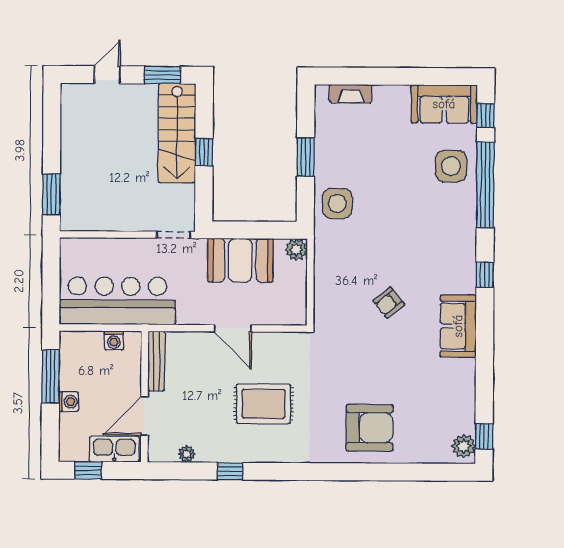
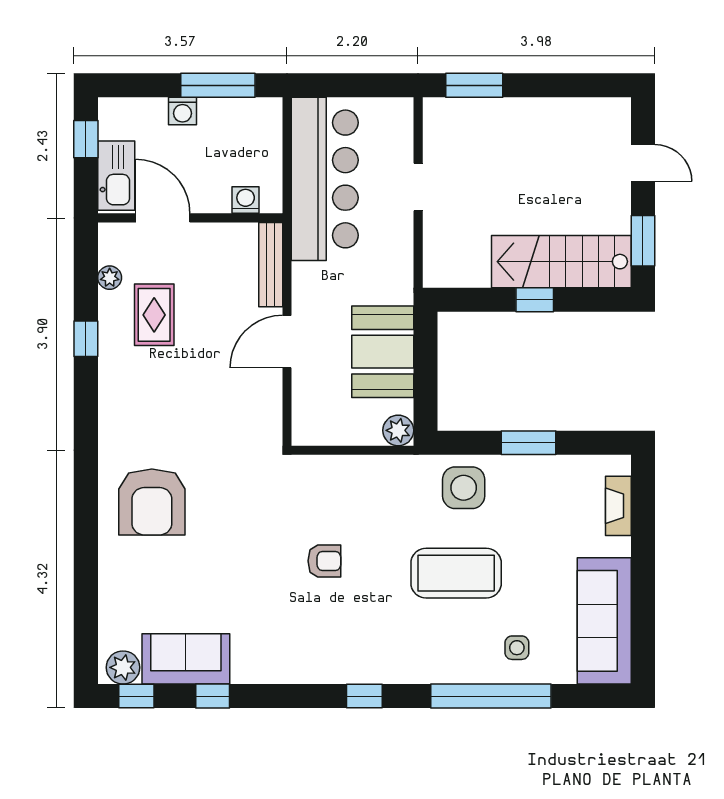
sofa: (444, 104) -> (604, 621), width x1.36
window: (486, 116) -> (213, 696), moved
side table: (451, 166) -> (517, 648), width x0.54, depth x0.54
coffee table: (398, 209) -> (456, 573), added
doorway: (174, 235) -> (418, 187), moved
armchair: (389, 303) -> (324, 561), turned 129
sofa: (458, 326) -> (186, 659), moved
washing machine: (114, 340) -> (246, 200), moved, turned 90
bench: (156, 361) -> (271, 265), moved, turned 90
rug: (263, 404) -> (154, 315), moved, width x0.73, depth x0.70
armchair: (370, 428) -> (152, 502), moved

